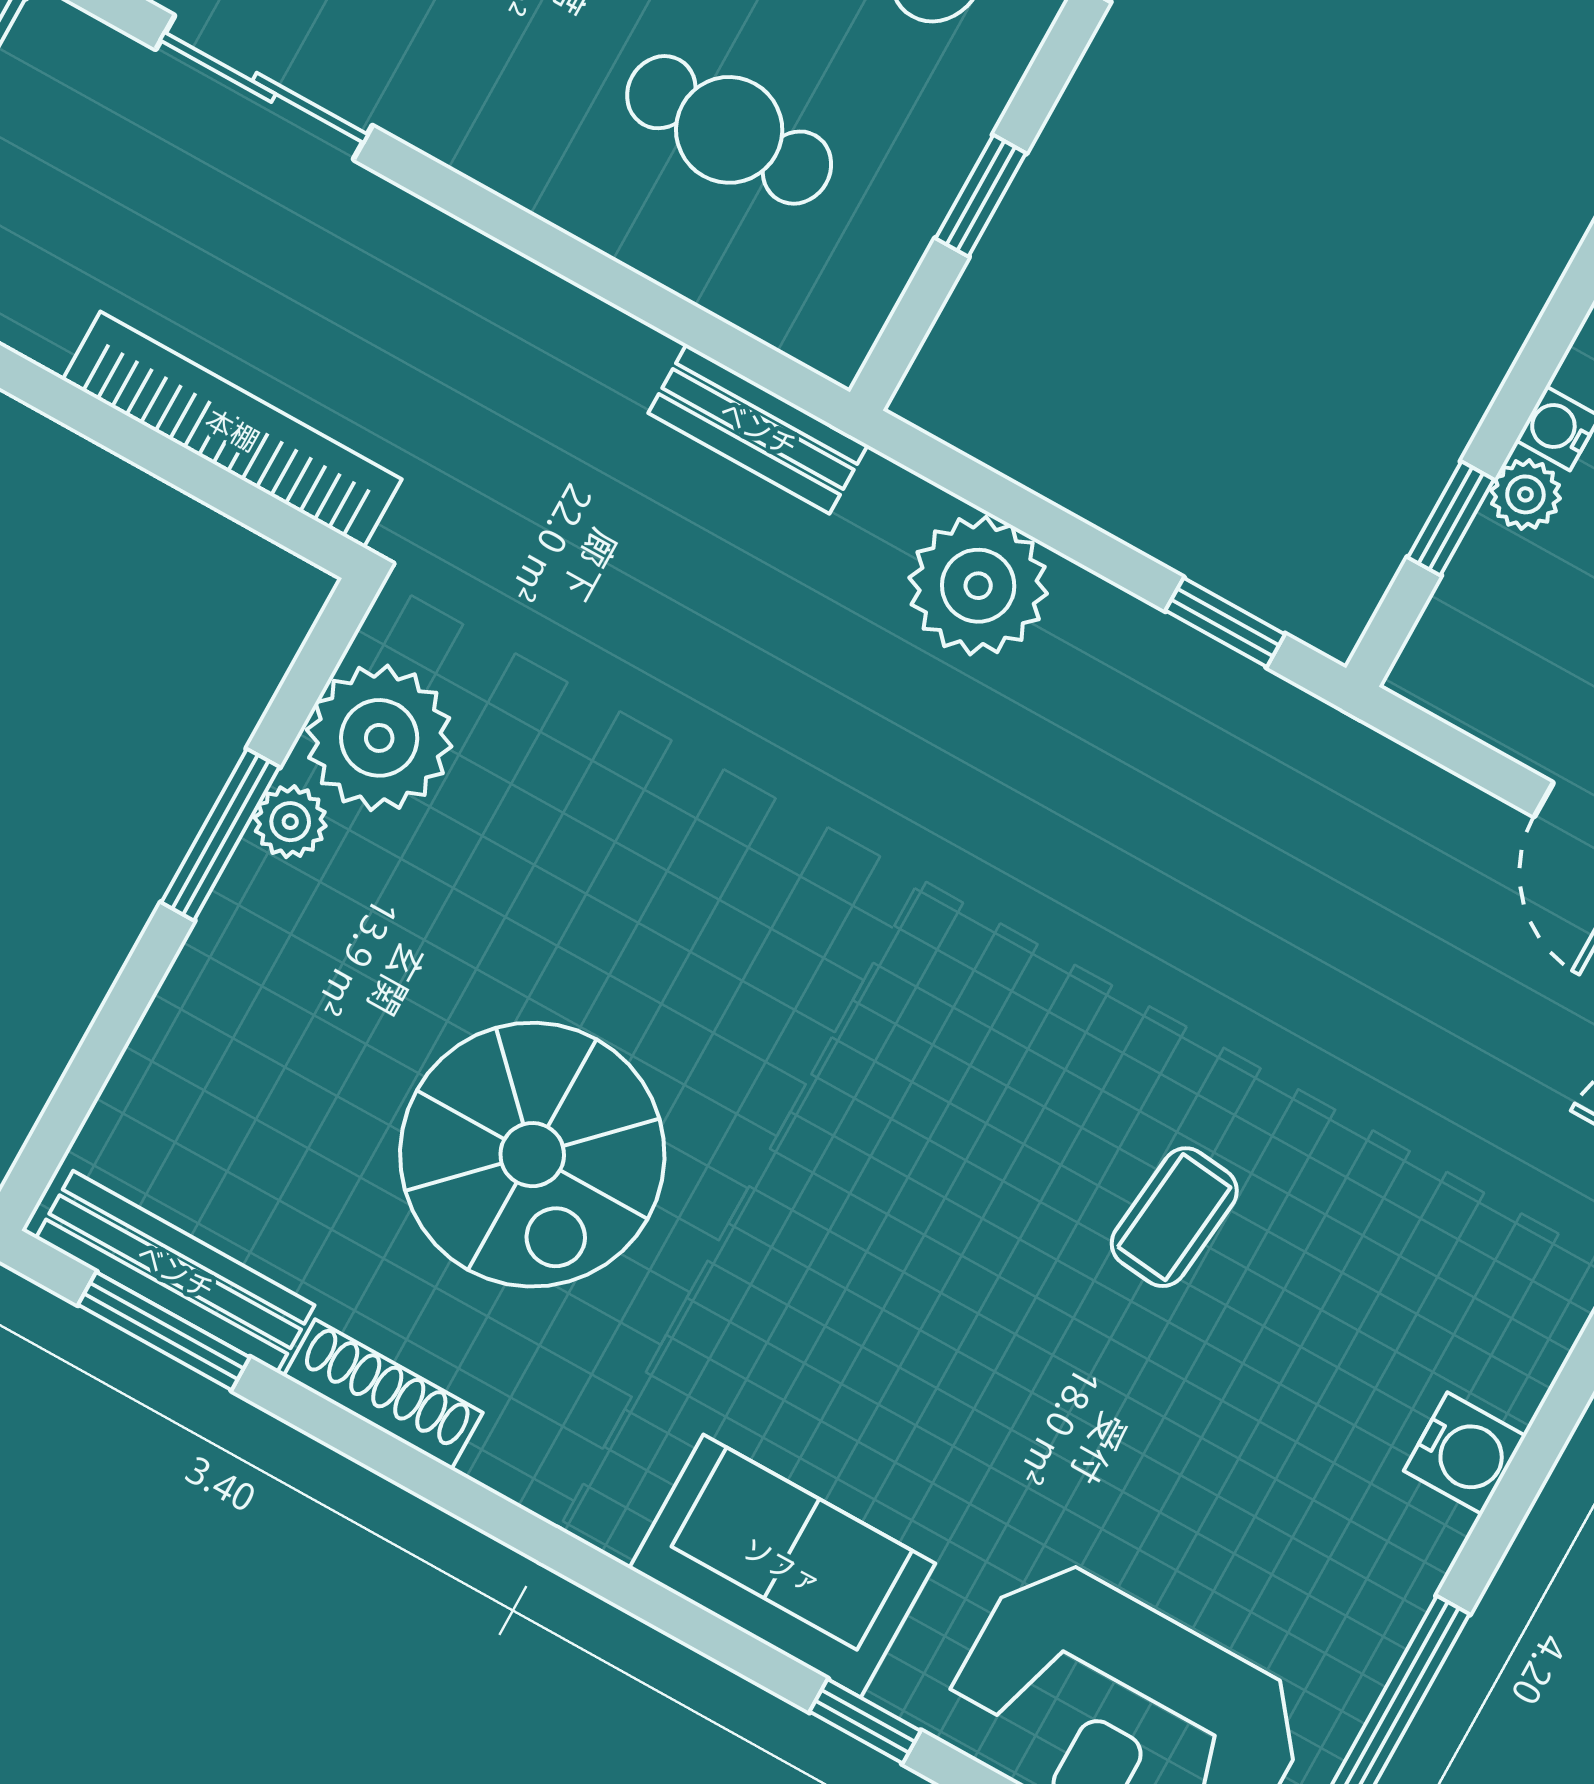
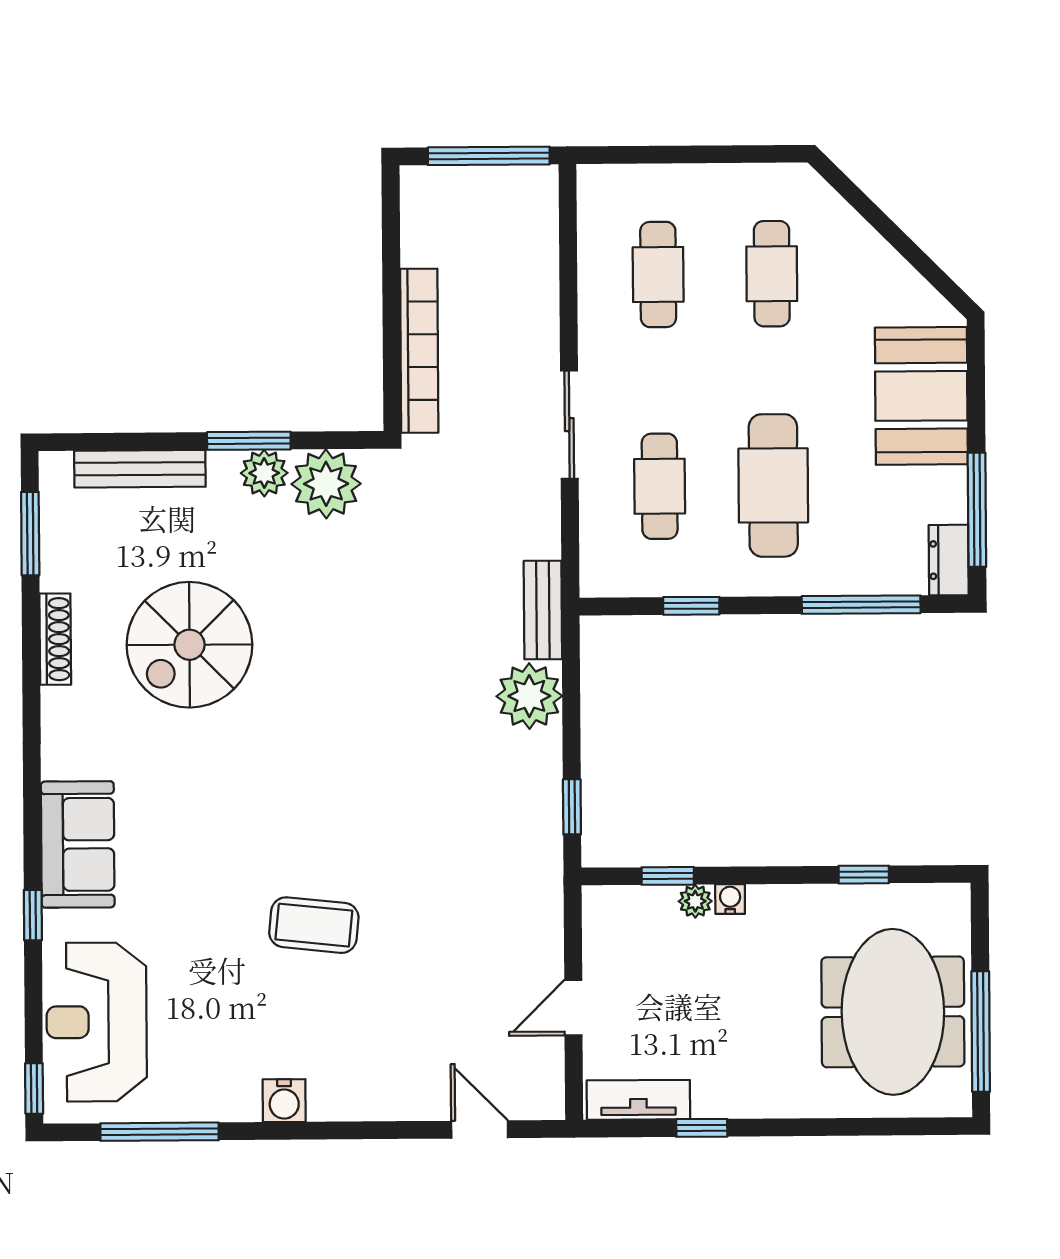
sliding door: (264, 87) -> (569, 425), moved
bench: (758, 429) -> (543, 610), moved
plant: (290, 822) -> (264, 473), width x1.38, depth x1.38
coffee table: (1174, 1217) -> (314, 925), width x1.36, depth x1.30
bench: (175, 1272) -> (140, 469), moved, turned 90

